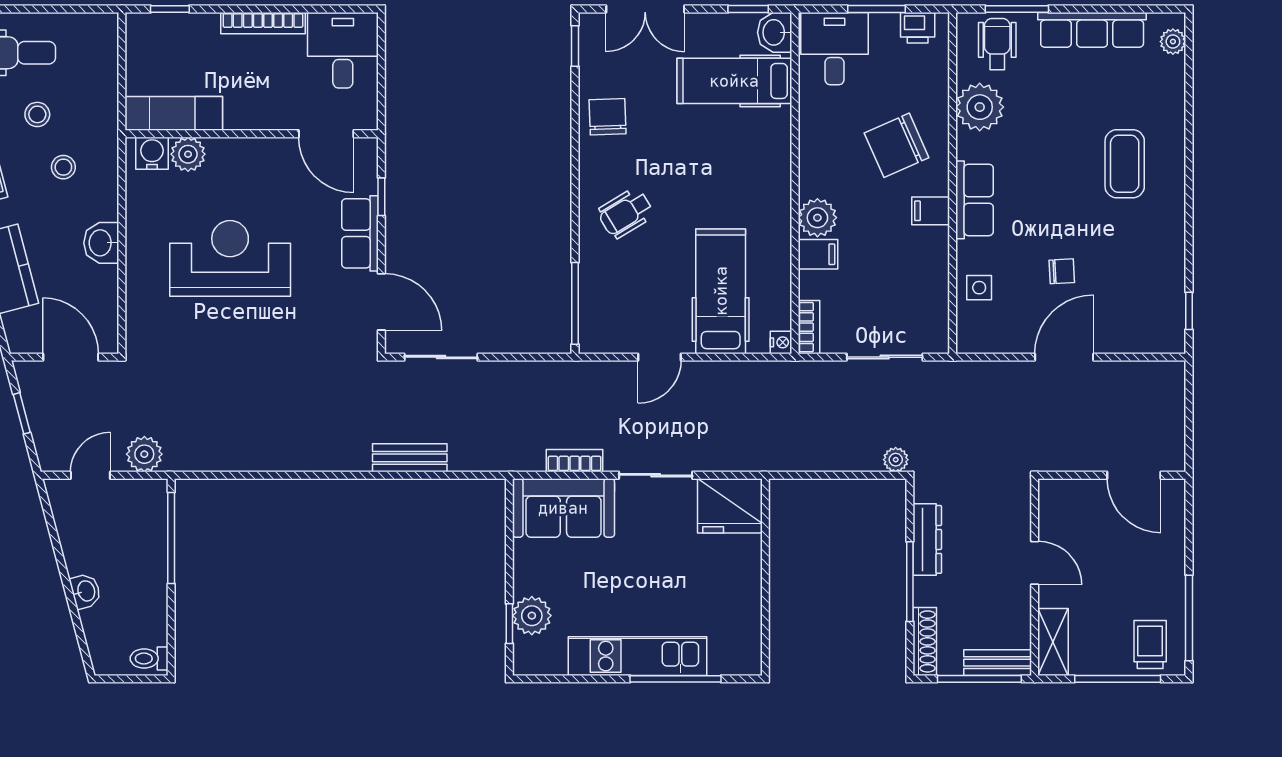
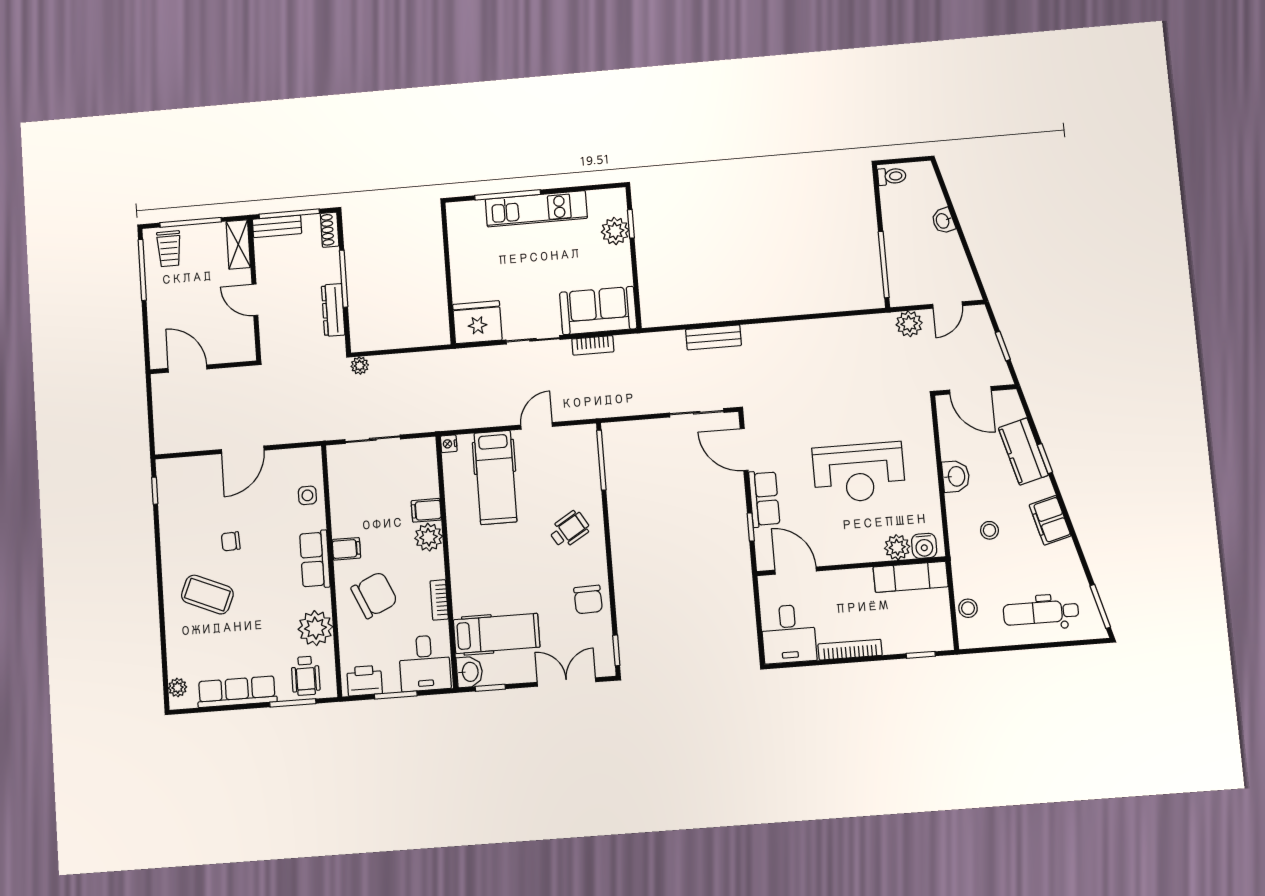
printer: (918, 28) -> (364, 681), width x1.36, depth x1.24
stool: (37, 114) -> (968, 608), moved
coffee table: (1125, 164) -> (207, 595), turned -67
chair: (1062, 271) -> (231, 541), moved
bookcase: (809, 327) -> (439, 600), moved
shoe rack: (925, 641) -> (330, 230), width x0.70

